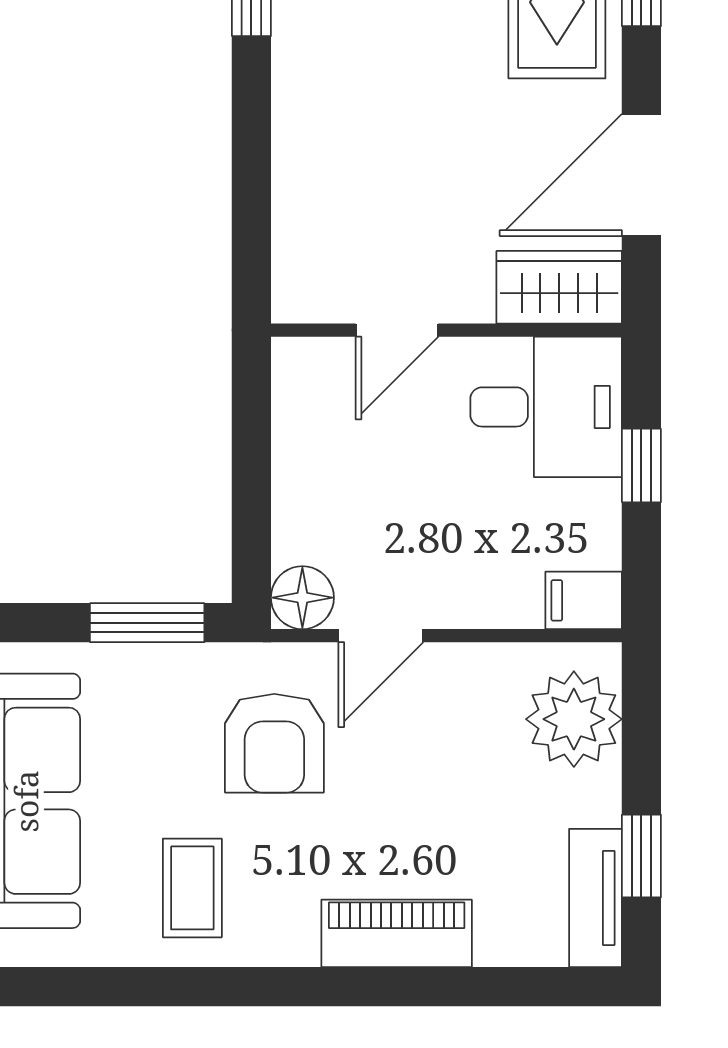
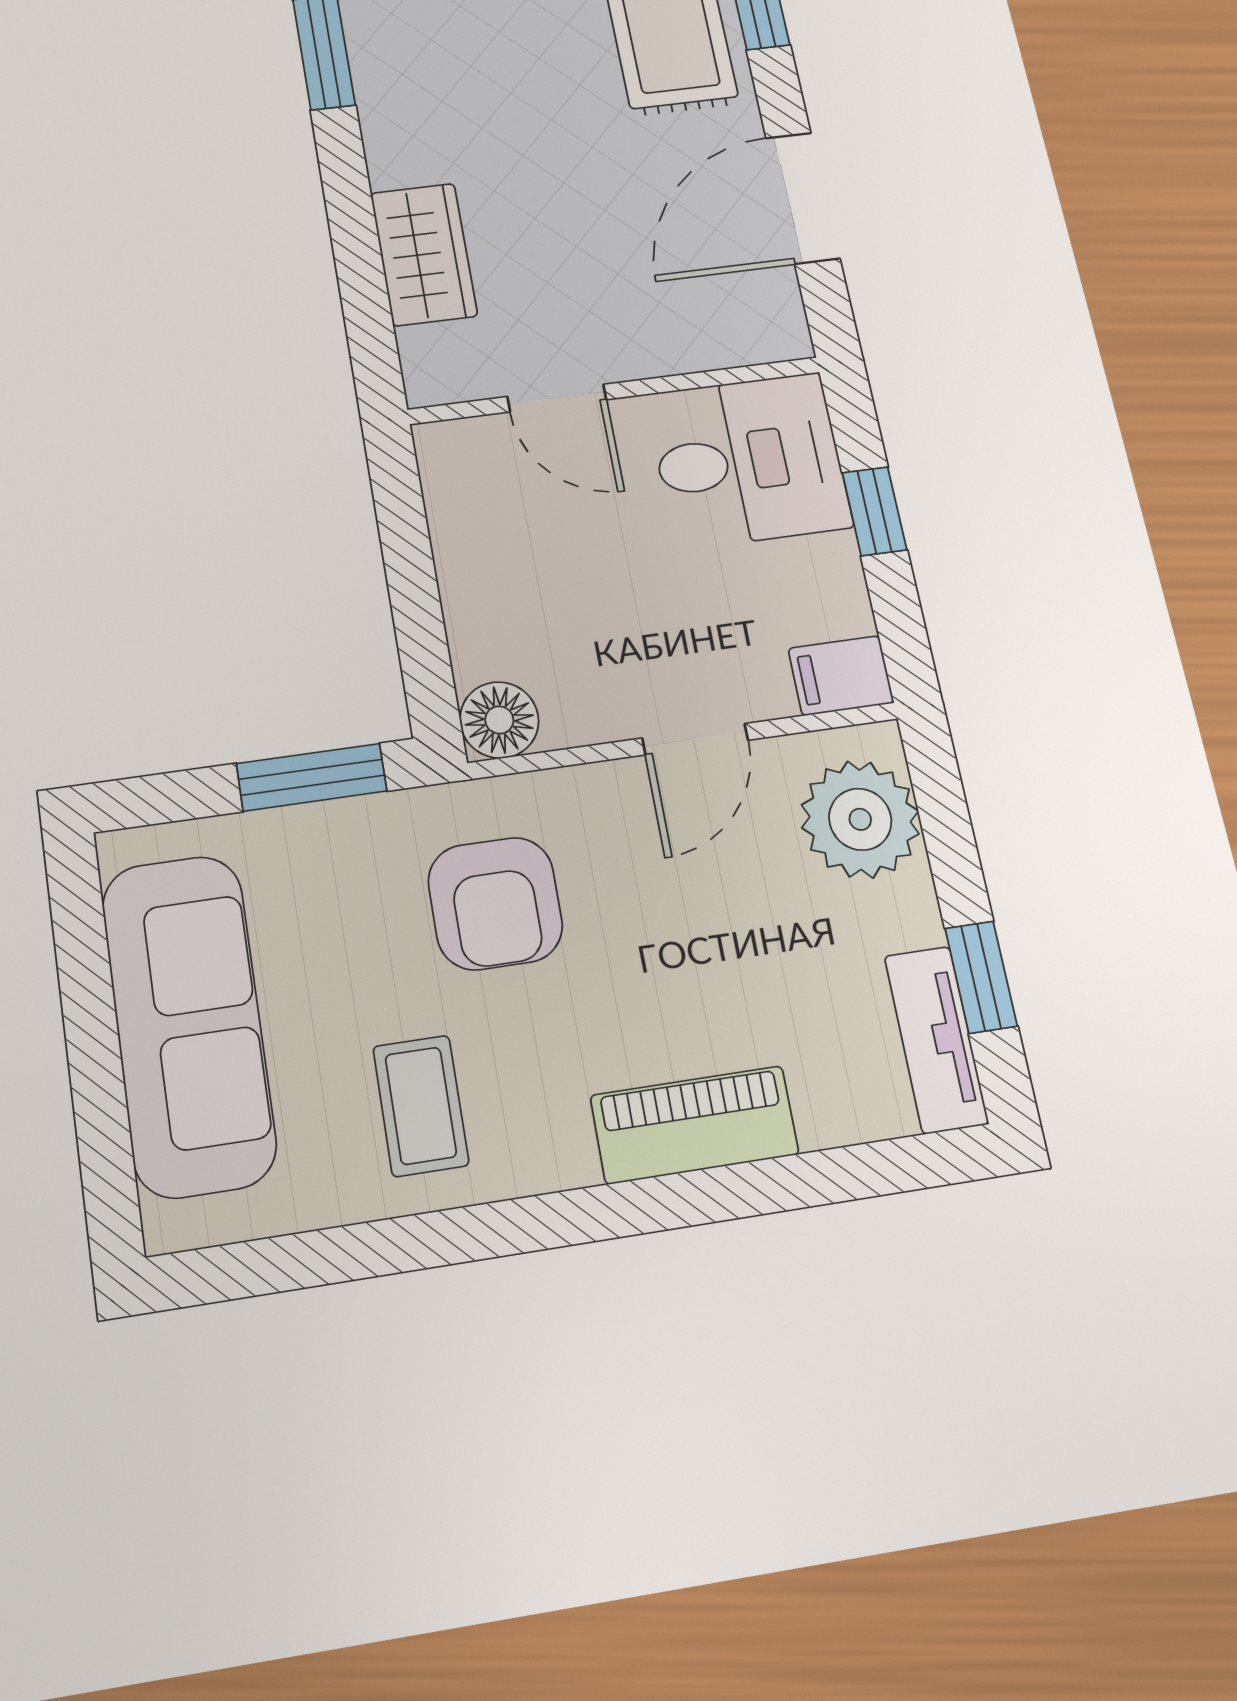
wardrobe: (559, 287) -> (424, 254), moved, turned 90
door: (397, 330) -> (557, 398), hinge flipped
door: (381, 636) -> (695, 739), moved

